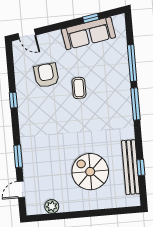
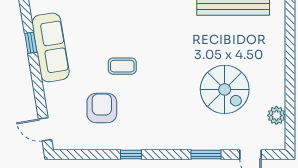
door: (27, 34) -> (45, 129), swing flipped
armchair: (46, 75) -> (102, 108), turned 96
spiral stairs: (90, 172) -> (225, 89), moved, turned -90

